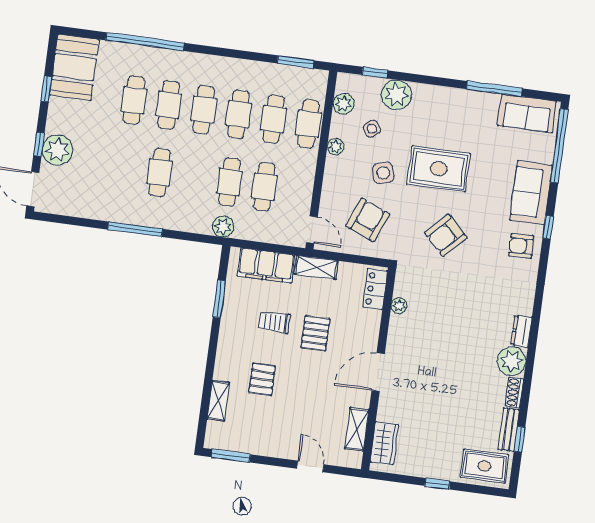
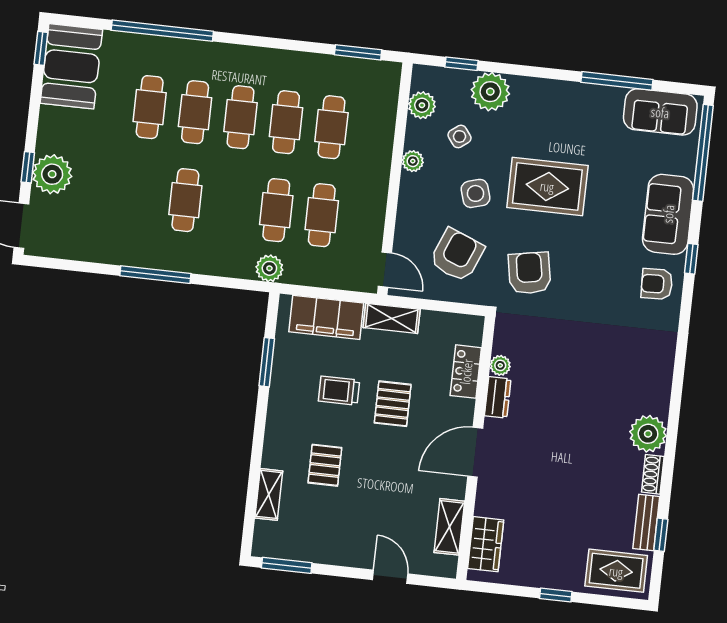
window: (46, 89) -> (41, 48), moved
cafe table: (308, 124) -> (377, 132), removed
armchair: (446, 235) -> (529, 273), moved, turned 126
locker: (375, 289) -> (466, 372), moved
dresser: (521, 331) -> (498, 397), moved, turned 180

